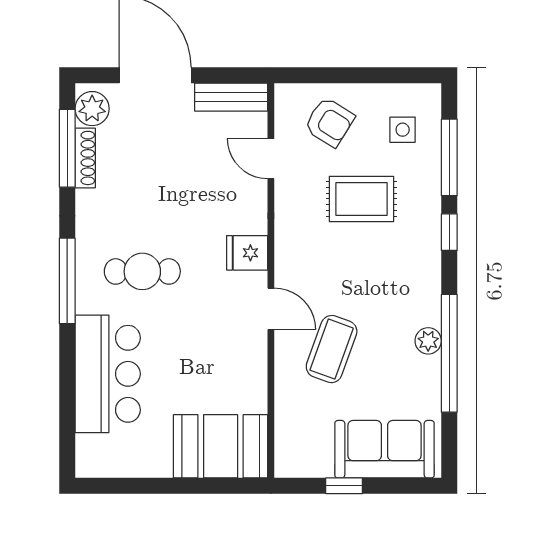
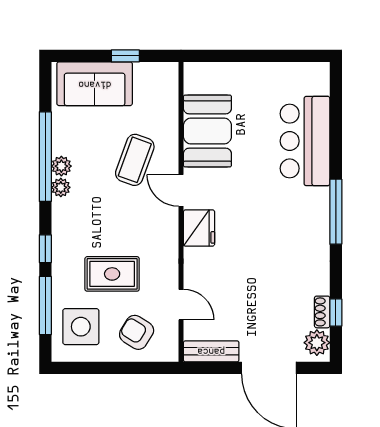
side table: (403, 130) -> (81, 327), width x1.87, depth x1.87
window: (67, 148) -> (336, 313), width x0.46
shoe rack: (85, 158) -> (322, 312), width x0.70
fridge: (247, 253) -> (199, 228), width x1.38
cafe table: (142, 271) -> (279, 219), removed
plant: (429, 313) -> (61, 187), added
booth: (221, 446) -> (207, 131), moved, turned 90

